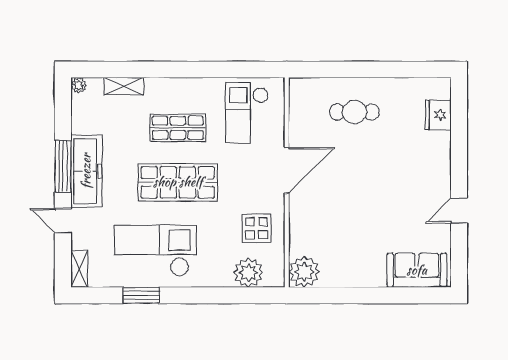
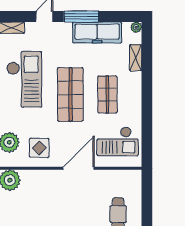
checkout: (247, 113) -> (118, 141), turned 180
door: (287, 170) -> (79, 168), swing flipped
freezer: (86, 171) -> (97, 32), moved

